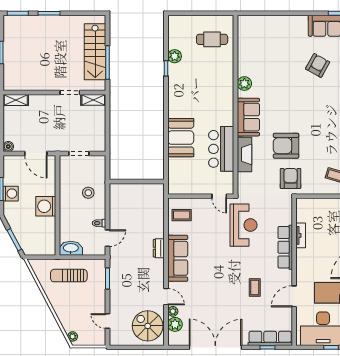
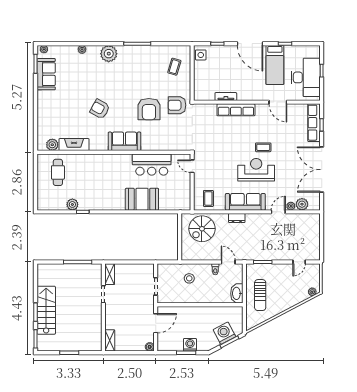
stairs: (95, 52) -> (46, 310), moved, turned -90
armchair: (318, 65) -> (100, 109), moved
plant: (244, 84) -> (52, 145), moved
fireplace: (245, 154) -> (74, 145), moved
door: (219, 196) -> (192, 166), swing flipped
washing machine: (46, 206) -> (224, 333), moved, turned 152
reception desk: (244, 225) -> (256, 170), moved
coffee table: (255, 287) -> (263, 147), moved
spiral stairs: (148, 326) -> (202, 229), moved

